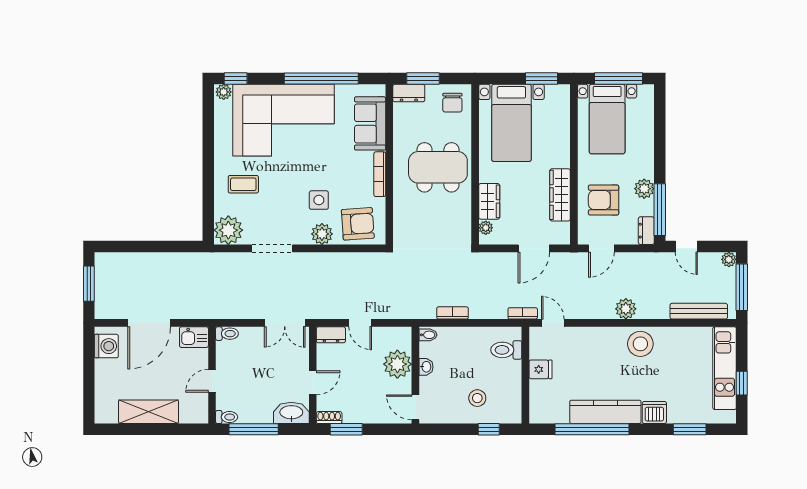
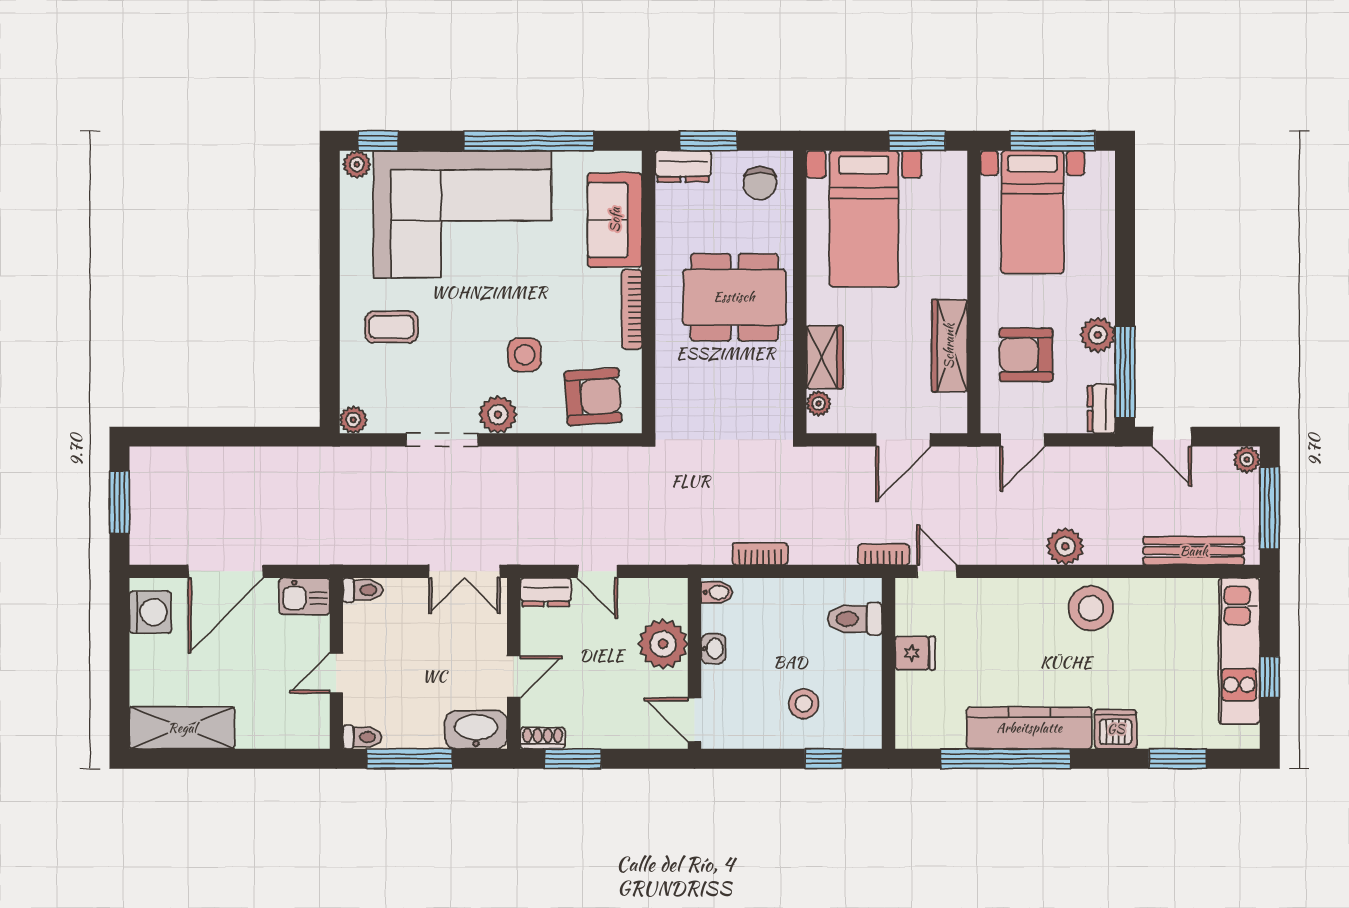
plant: (228, 230) -> (353, 420), width x0.53, depth x0.53
plant: (322, 234) -> (498, 415), moved
shelving: (149, 412) -> (182, 728), moved

